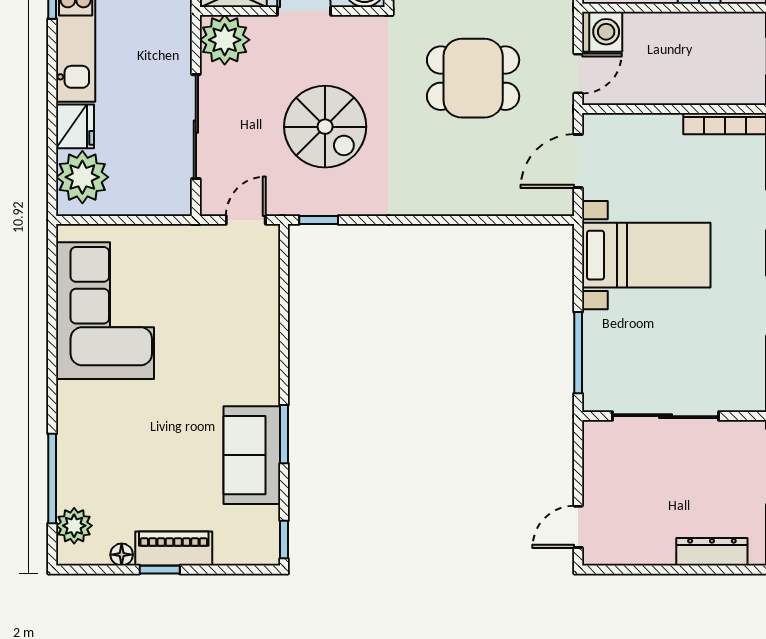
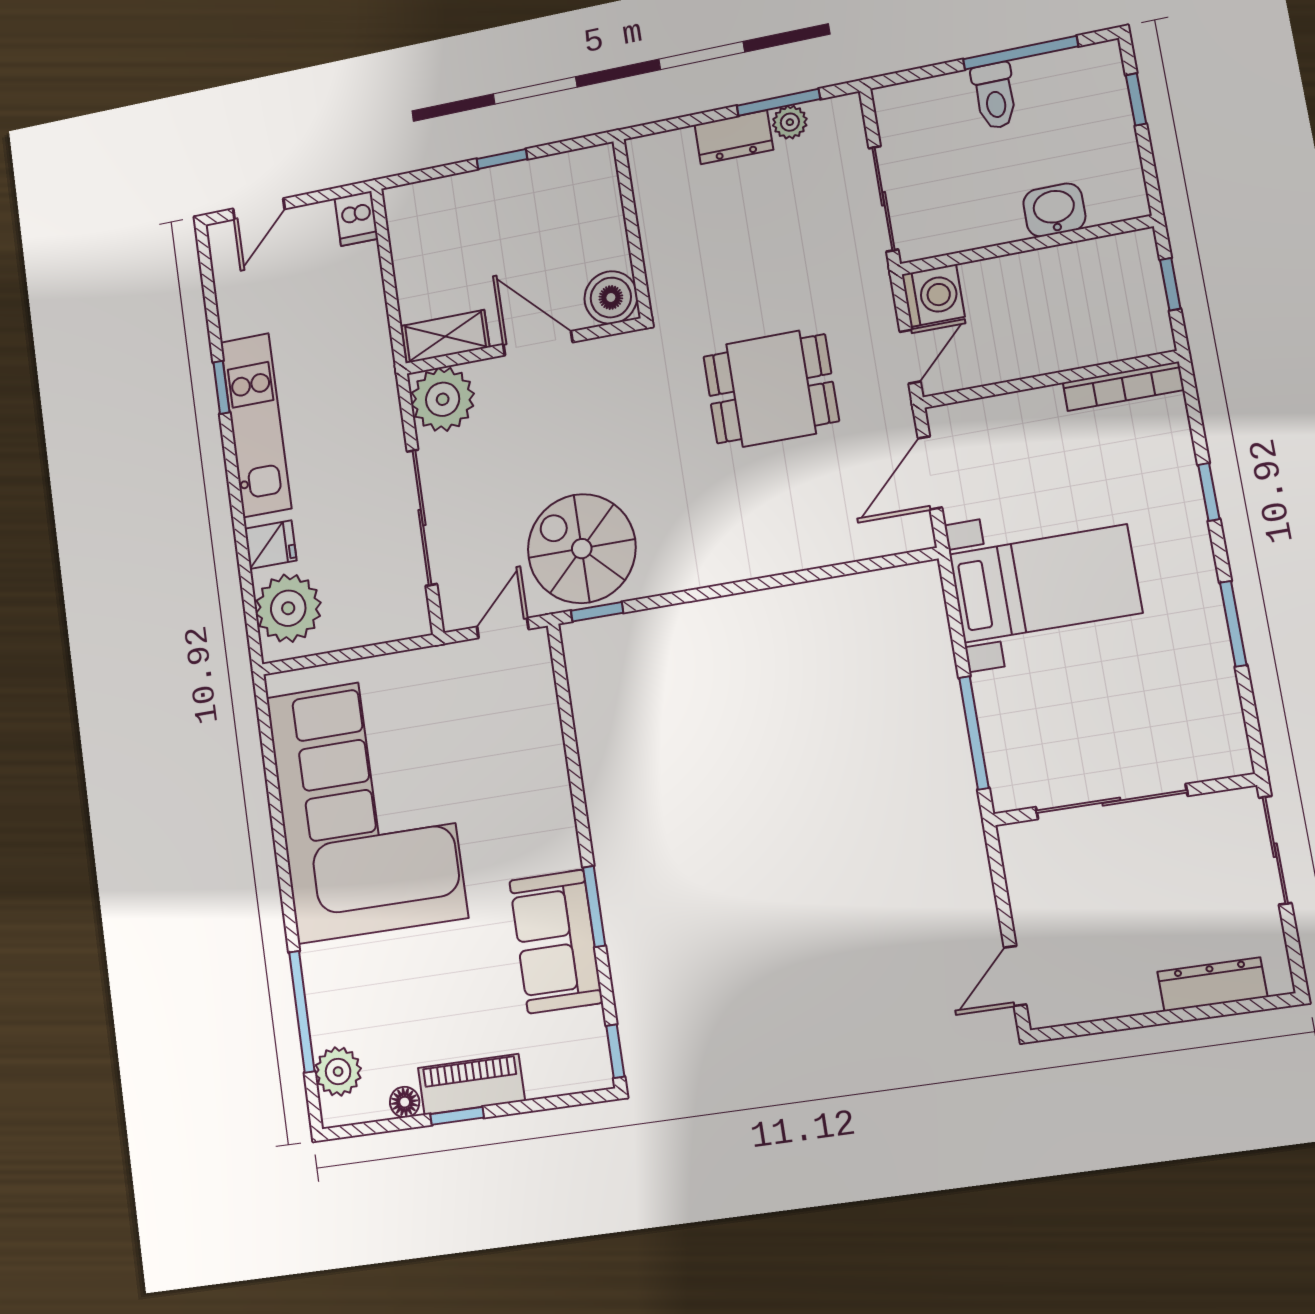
fridge: (75, 126) -> (271, 545), width x0.72
spiral stairs: (325, 127) -> (582, 549), moved, turned 180
corner sofa: (105, 311) -> (366, 807), width x1.36, depth x1.36

